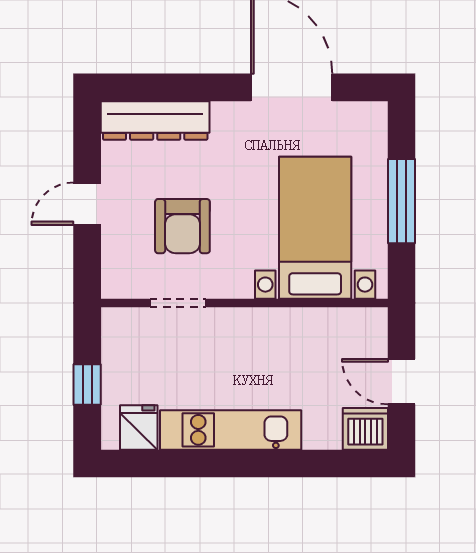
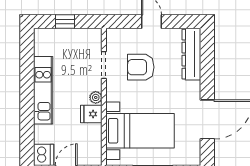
plant: (246, 320) -> (96, 97), added
fridge: (139, 427) -> (91, 114), moved, turned 180

